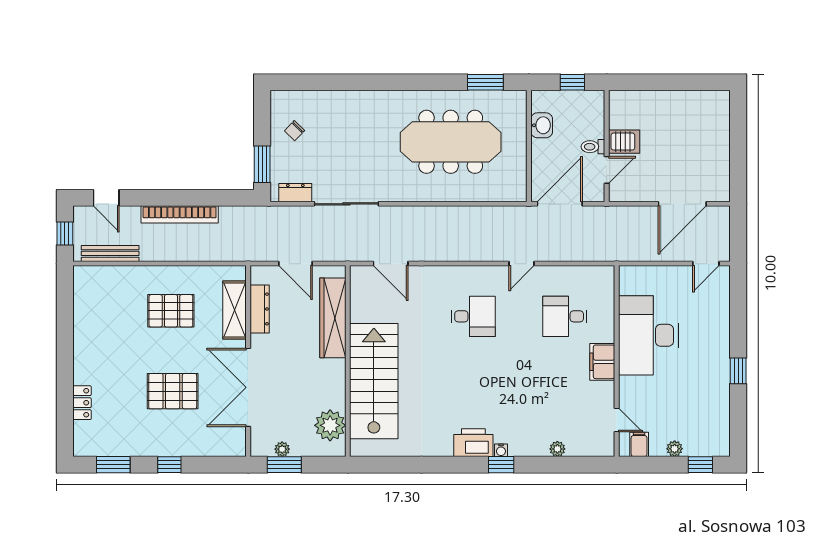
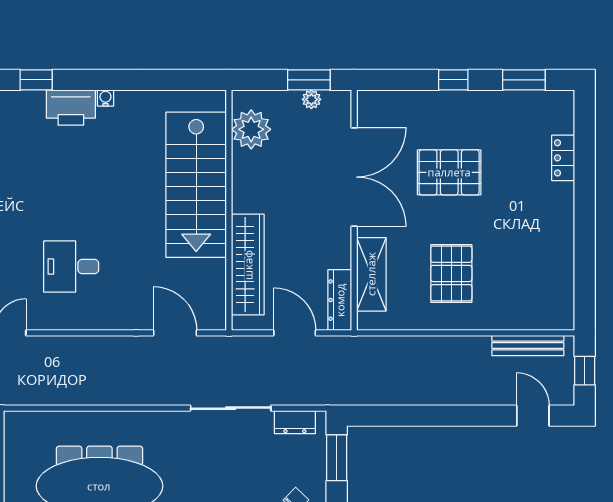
bookcase: (180, 214) -> (440, 395), removed
dresser: (260, 309) -> (340, 300), moved
pallet: (171, 311) -> (451, 273), turned 90
water cooler: (501, 450) -> (105, 98), moved

